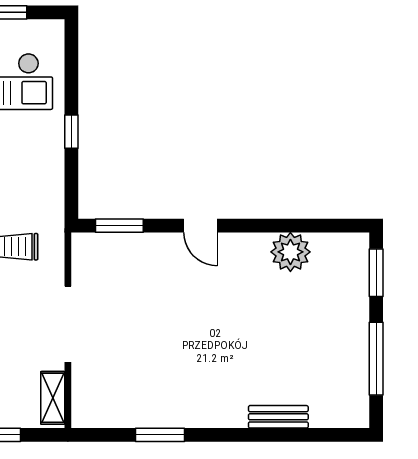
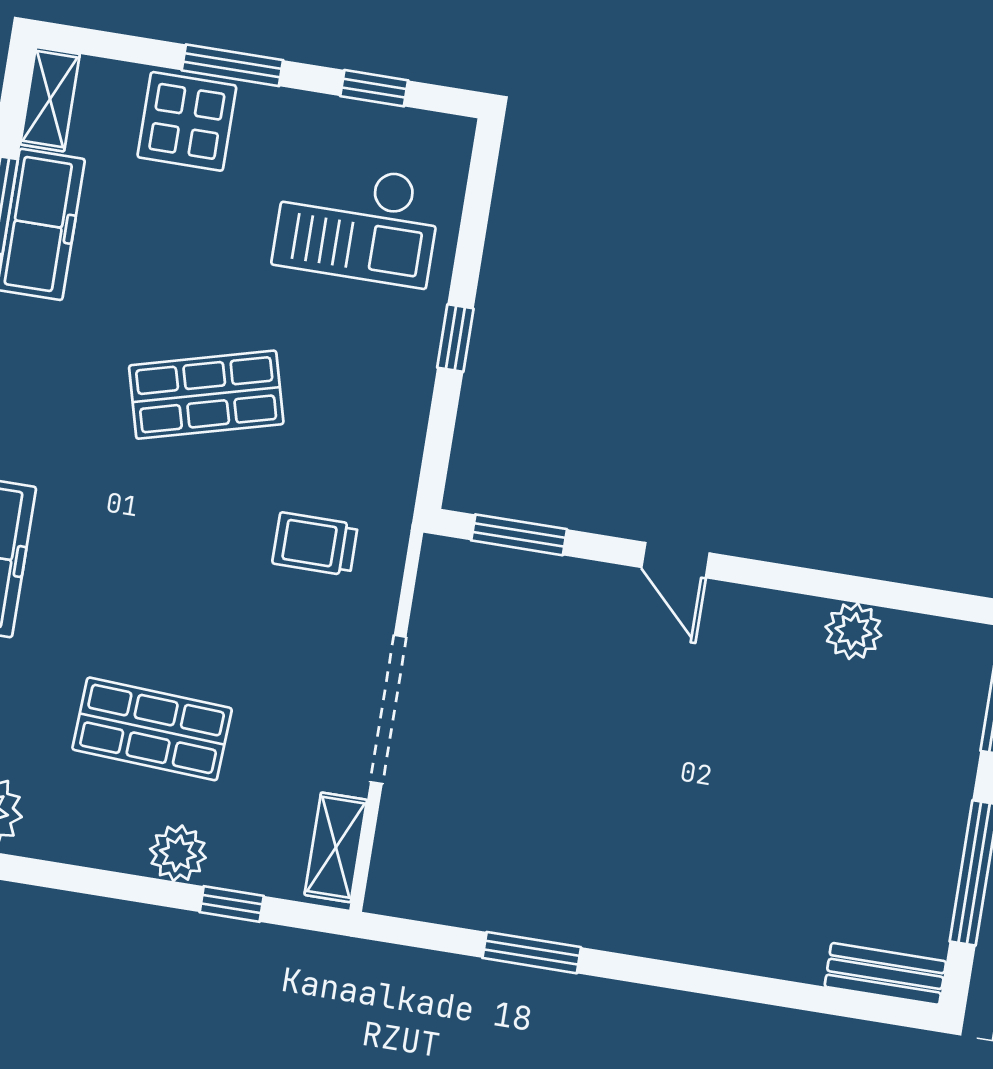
plant: (290, 252) -> (853, 631), width x0.73, depth x0.73
bench: (278, 417) -> (885, 974), moved

